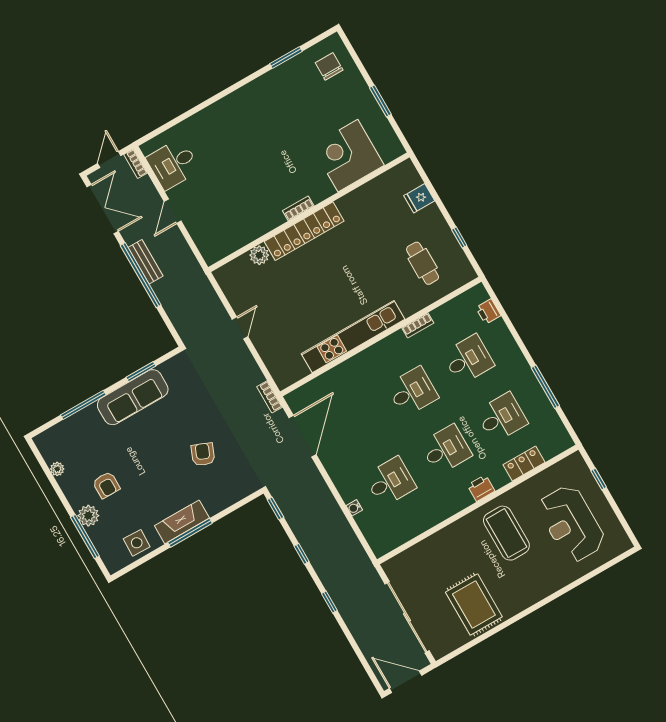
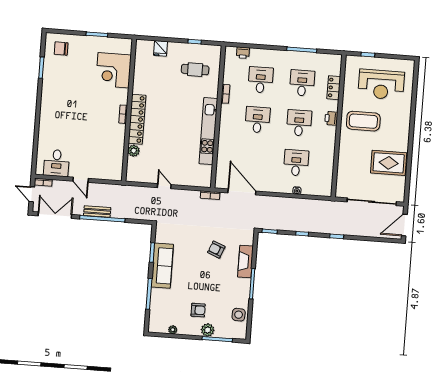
fireplace: (182, 522) -> (245, 262), moved

